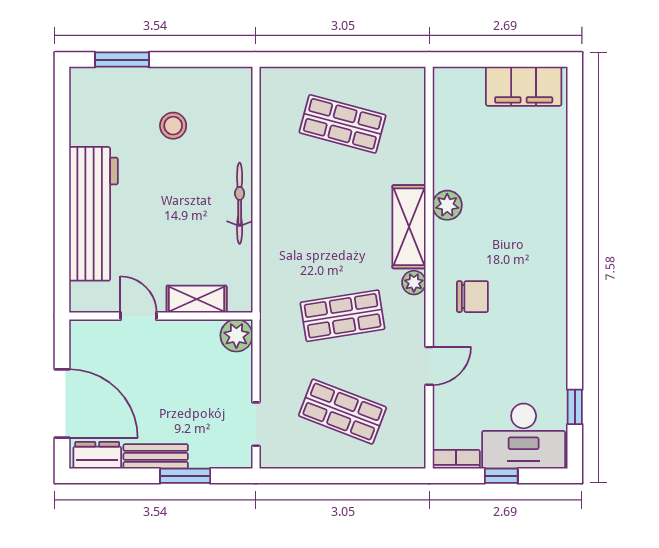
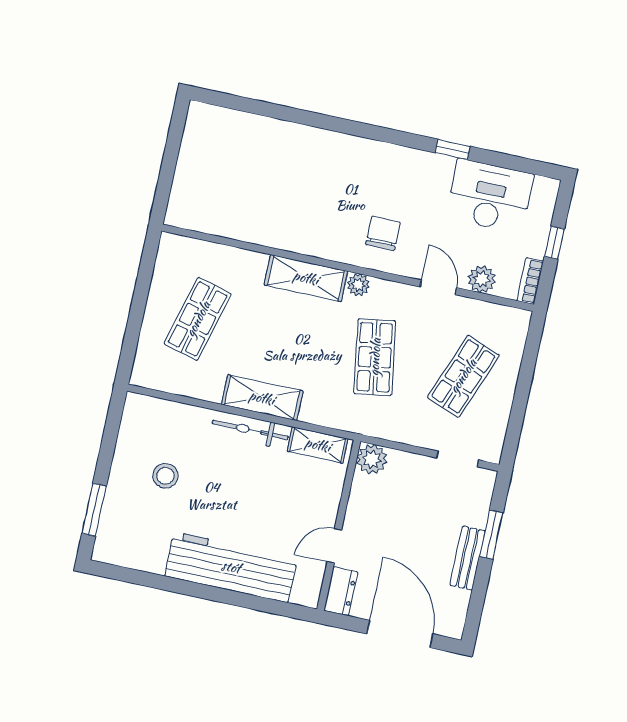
filing cabinet: (524, 86) -> (199, 144), removed
plant: (447, 205) -> (482, 279), moved
shelving: (276, 208) -> (262, 398), added
shelving: (197, 299) -> (318, 445), moved, turned 90
door: (62, 404) -> (400, 634), hinge flipped
window: (575, 407) -> (453, 150), moved
desk: (524, 436) -> (490, 196), moved, turned -90
dresser: (97, 455) -> (341, 591), moved, turned 180

